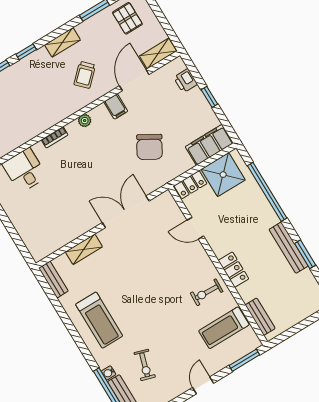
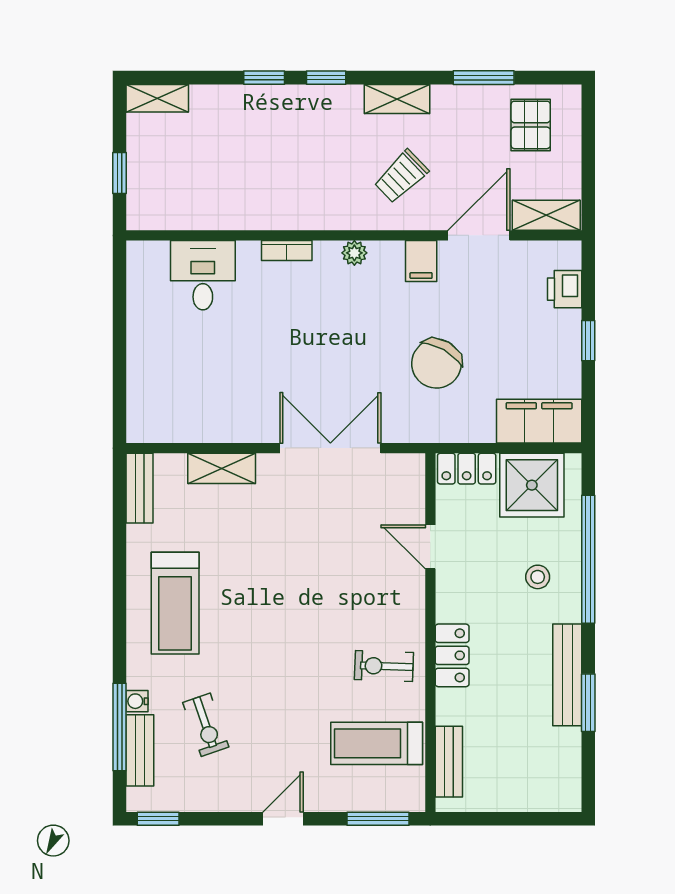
stool: (250, 213) -> (538, 577), added
exercise bike: (145, 365) -> (206, 725), turned -36

